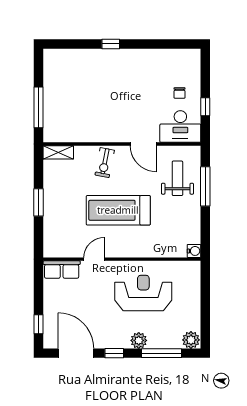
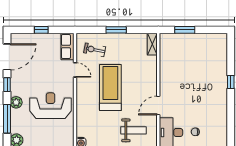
window: (39, 107) -> (185, 30), width x0.69
exercise bike: (105, 163) -> (95, 50), moved
reception desk: (143, 293) -> (51, 106), turned -90
window: (39, 324) -> (41, 30), moved

